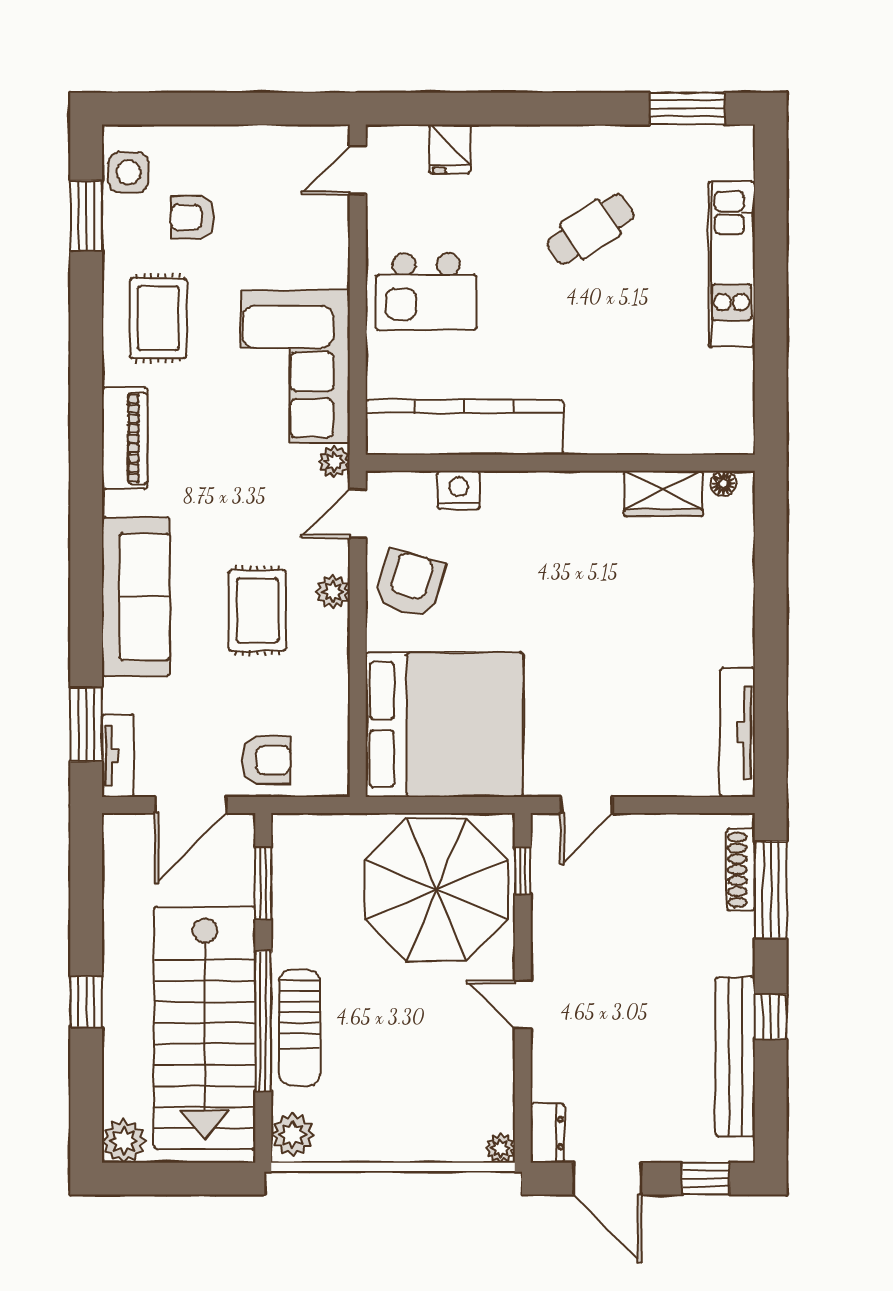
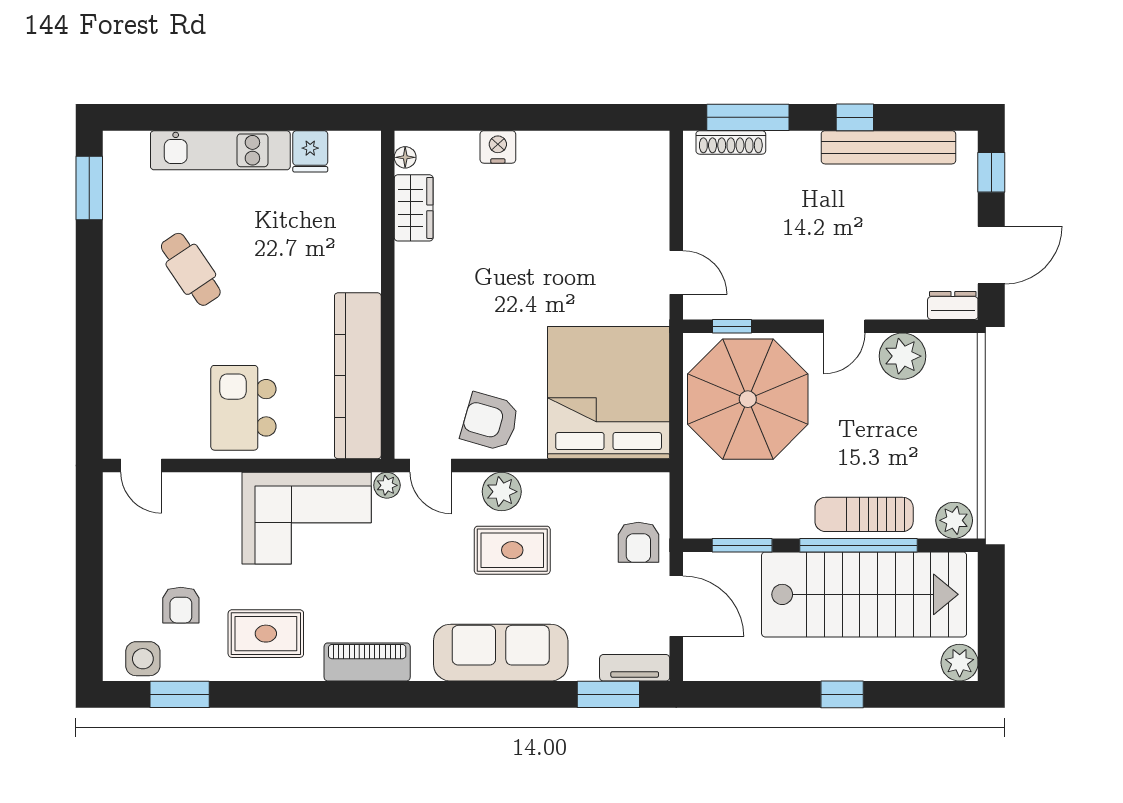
fridge: (450, 149) -> (310, 151), moved, turned 90
kitchen island: (426, 292) -> (243, 408), turned 180
nightstand: (459, 490) -> (498, 147), moved, turned 90
plant: (333, 592) -> (502, 492), width x1.38, depth x1.38
tv unit: (737, 732) -> (615, 145), removed
armchair: (267, 760) -> (638, 542), turned 180
sun lounger: (300, 1028) -> (864, 514), turned 180
plant: (500, 1148) -> (902, 356), moved, width x1.88, depth x1.88

